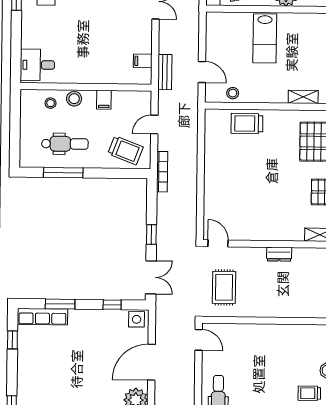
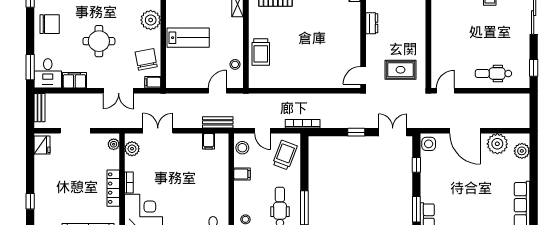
stool: (74, 99) -> (242, 148), moved

